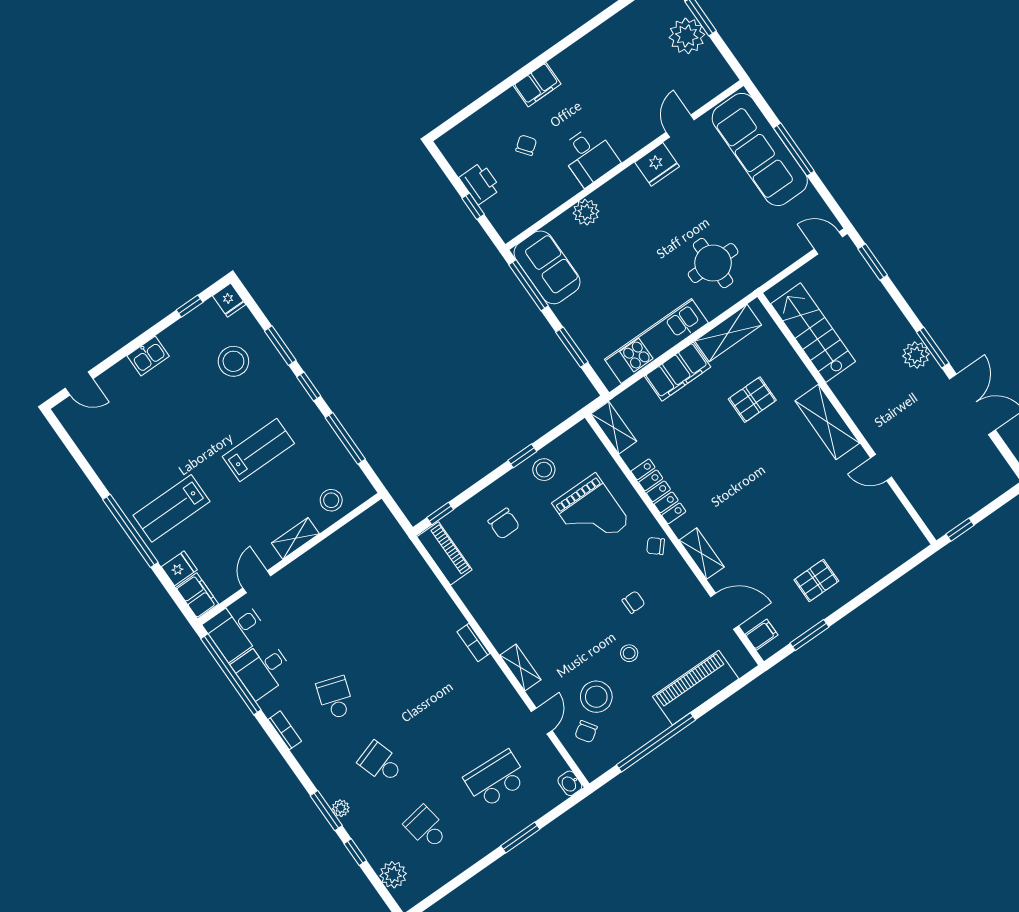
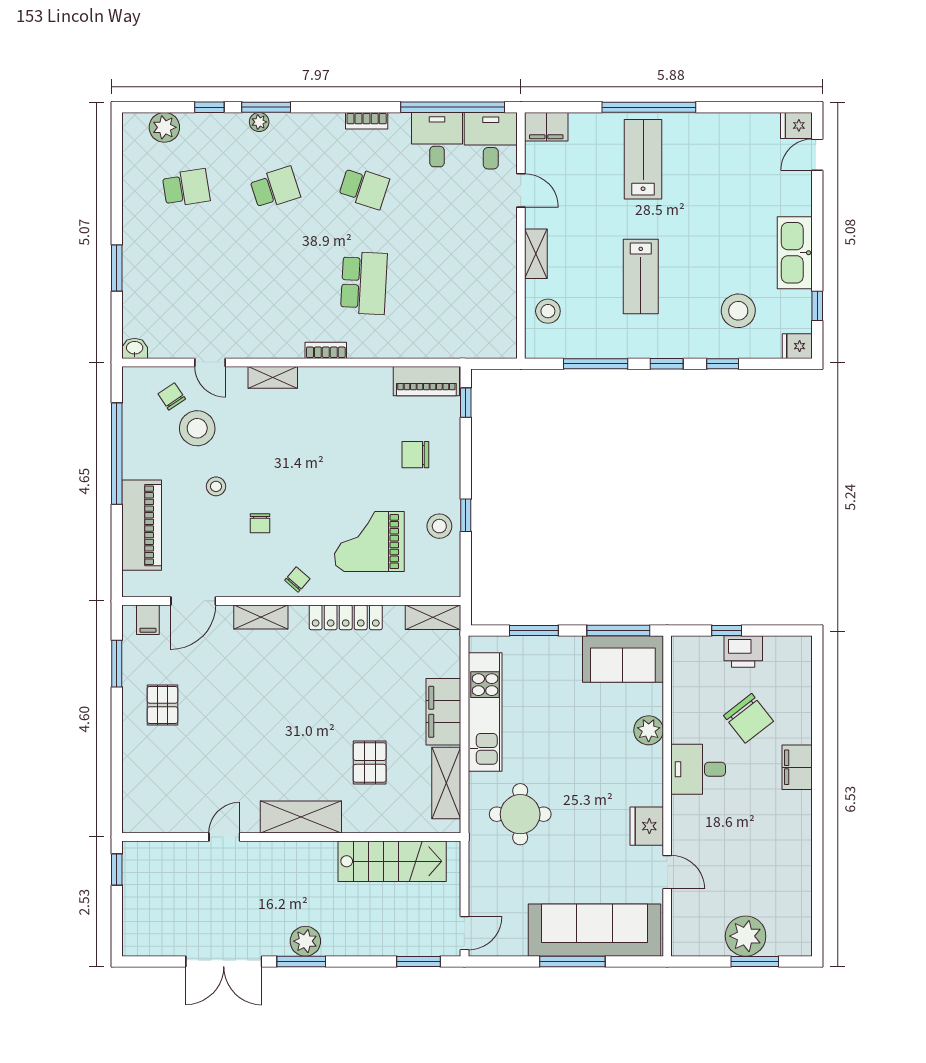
chair: (526, 145) -> (749, 718), width x1.87, depth x1.87
window: (280, 346) -> (723, 364), width x0.67
kitchen sink: (148, 356) -> (795, 253), width x1.87, depth x1.24
fridge: (179, 568) -> (796, 125), moved, turned 90
school desk: (496, 779) -> (364, 283), moved

